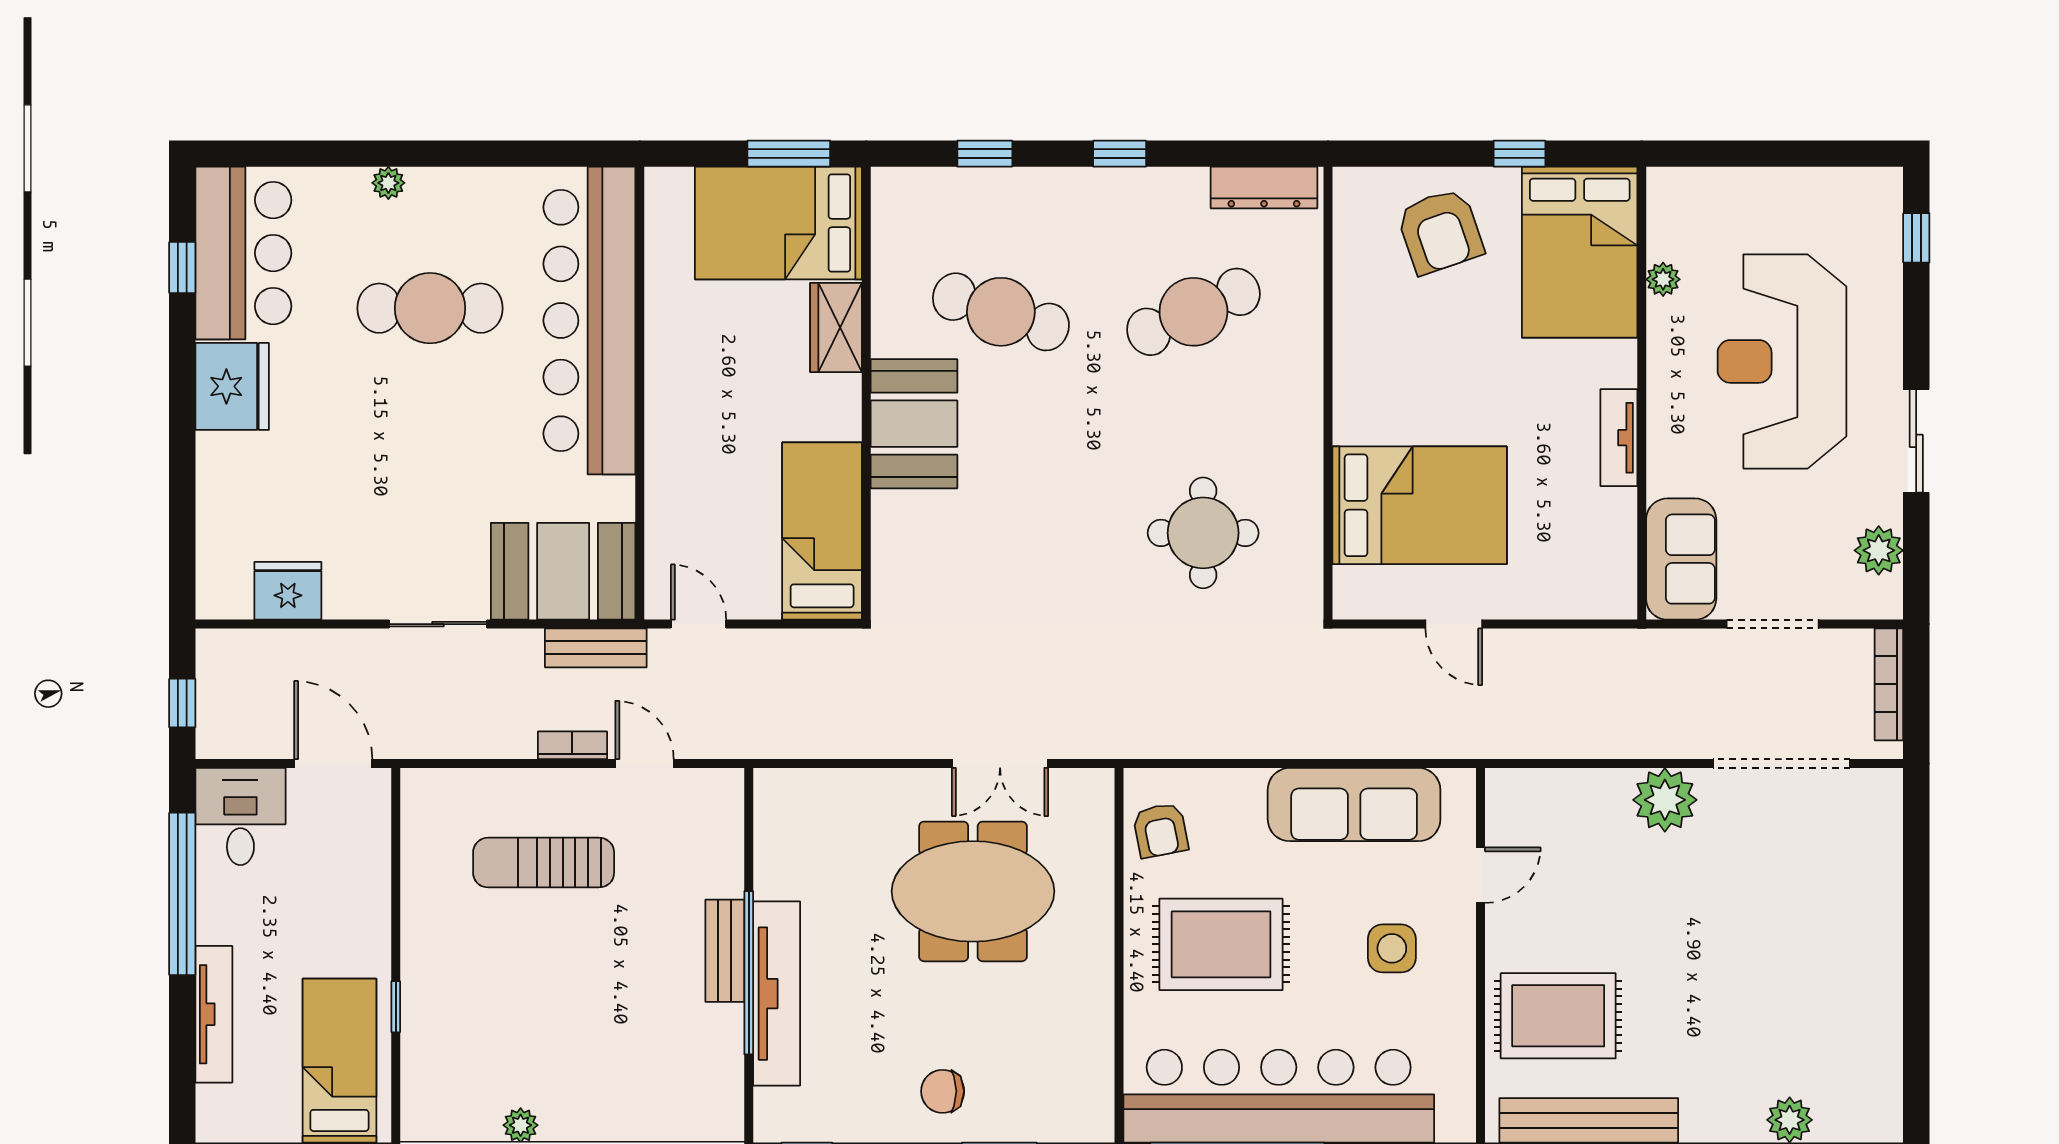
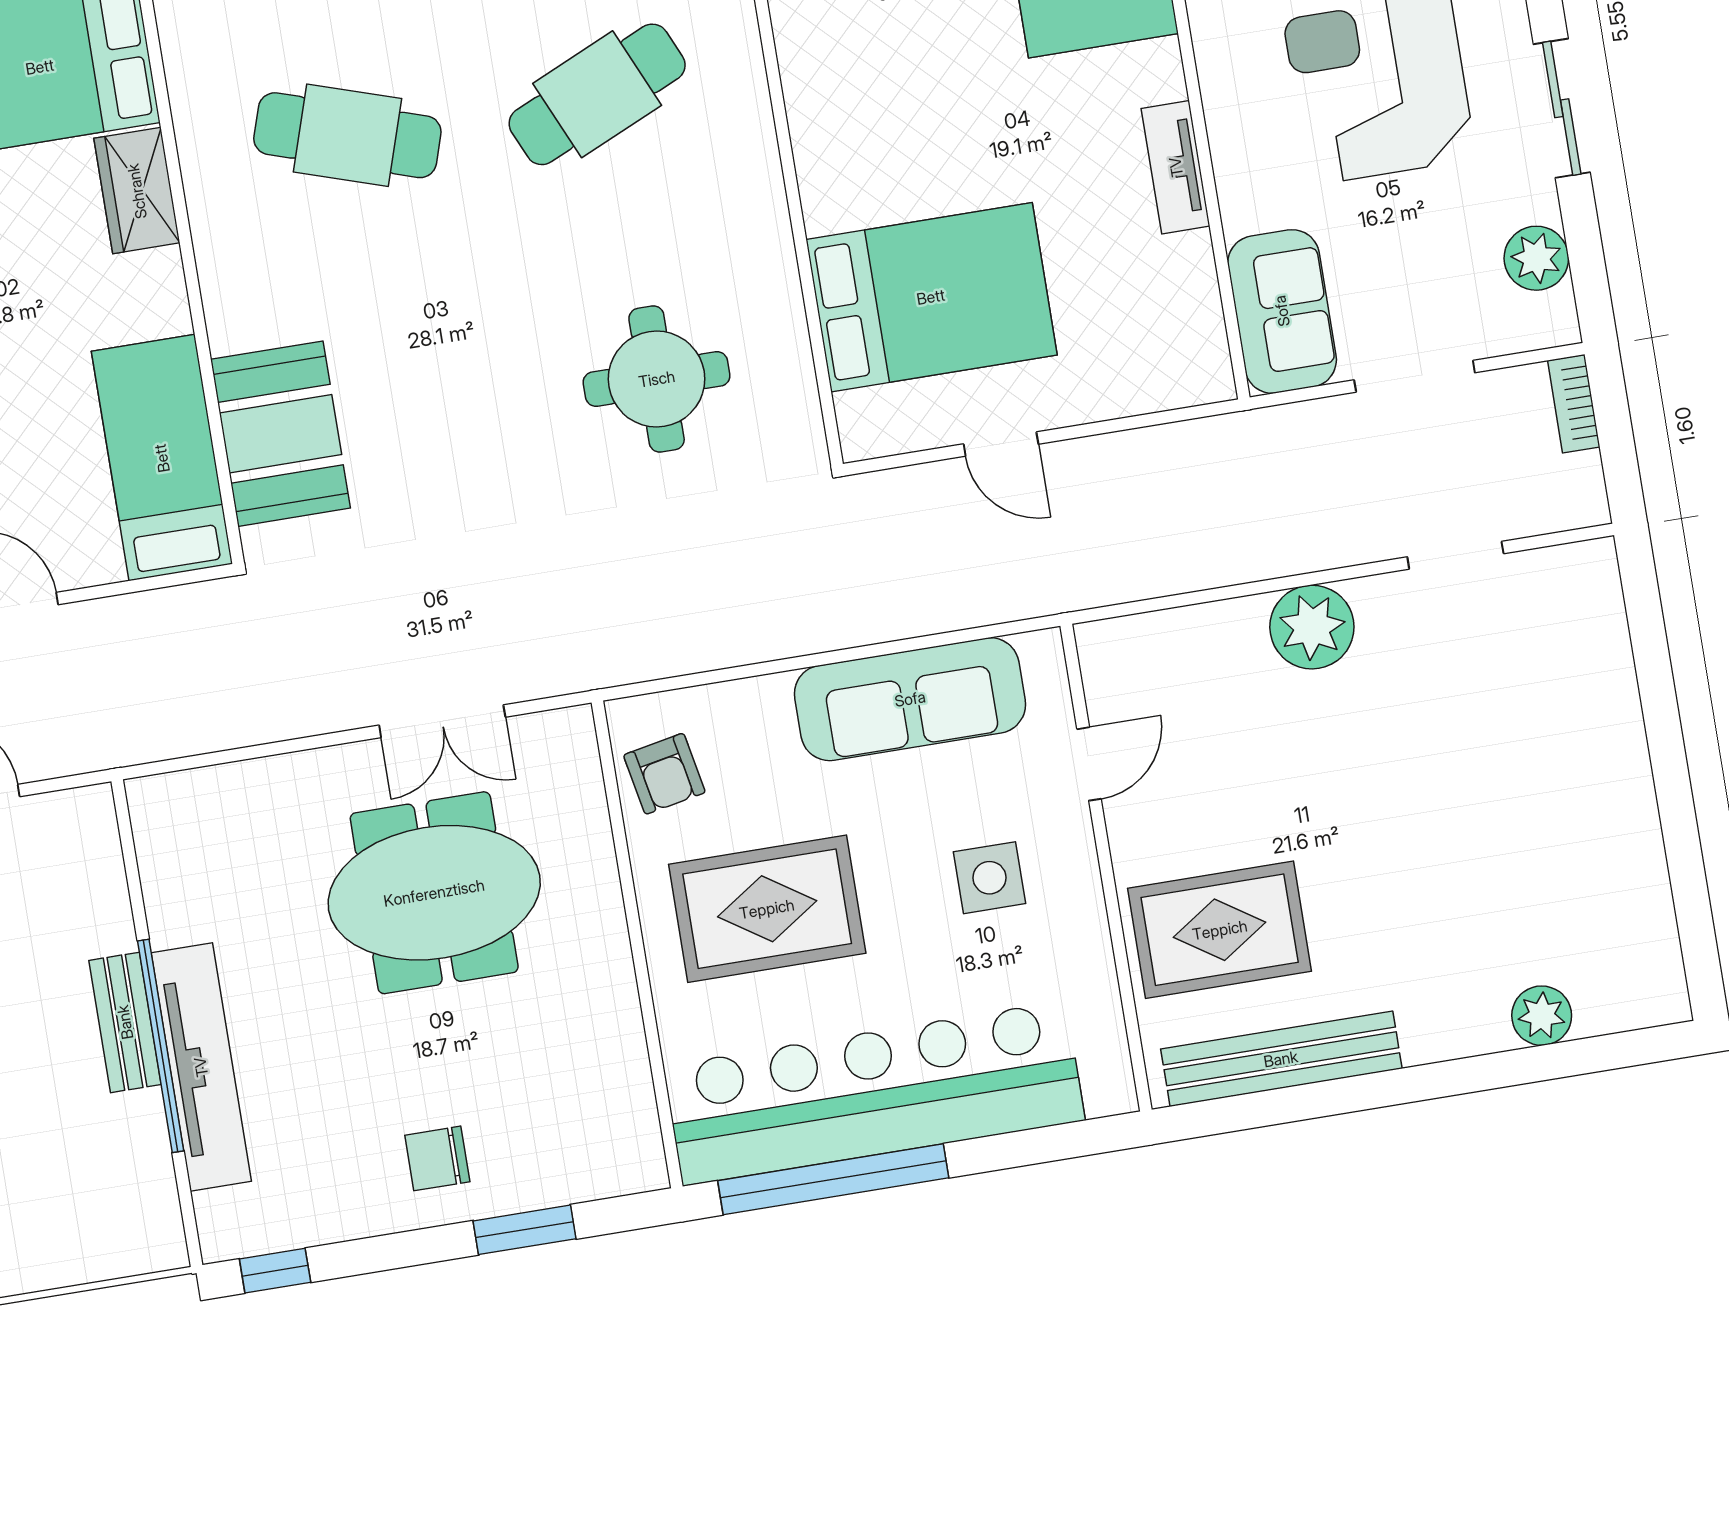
booth: (914, 424) -> (280, 434), moved
bookcase: (1889, 684) -> (1574, 404), width x0.64
doorway: (1781, 764) -> (1455, 555), width x0.53

